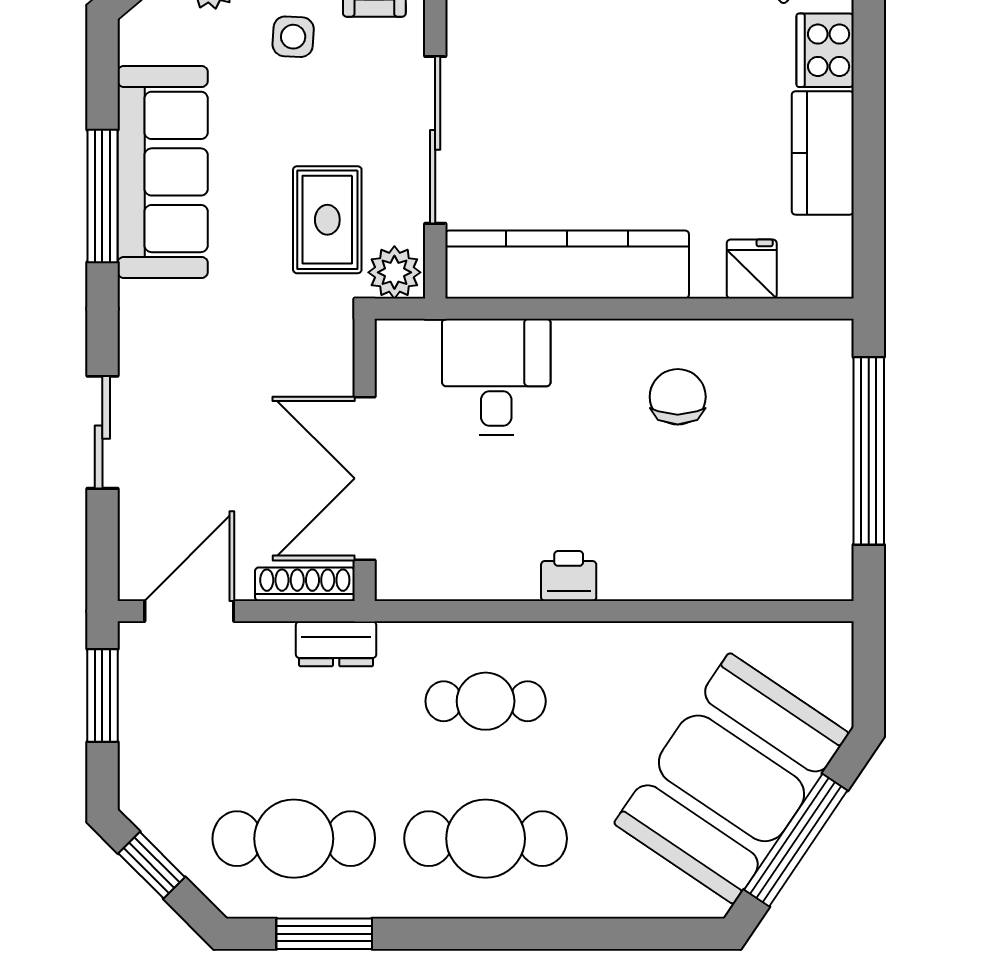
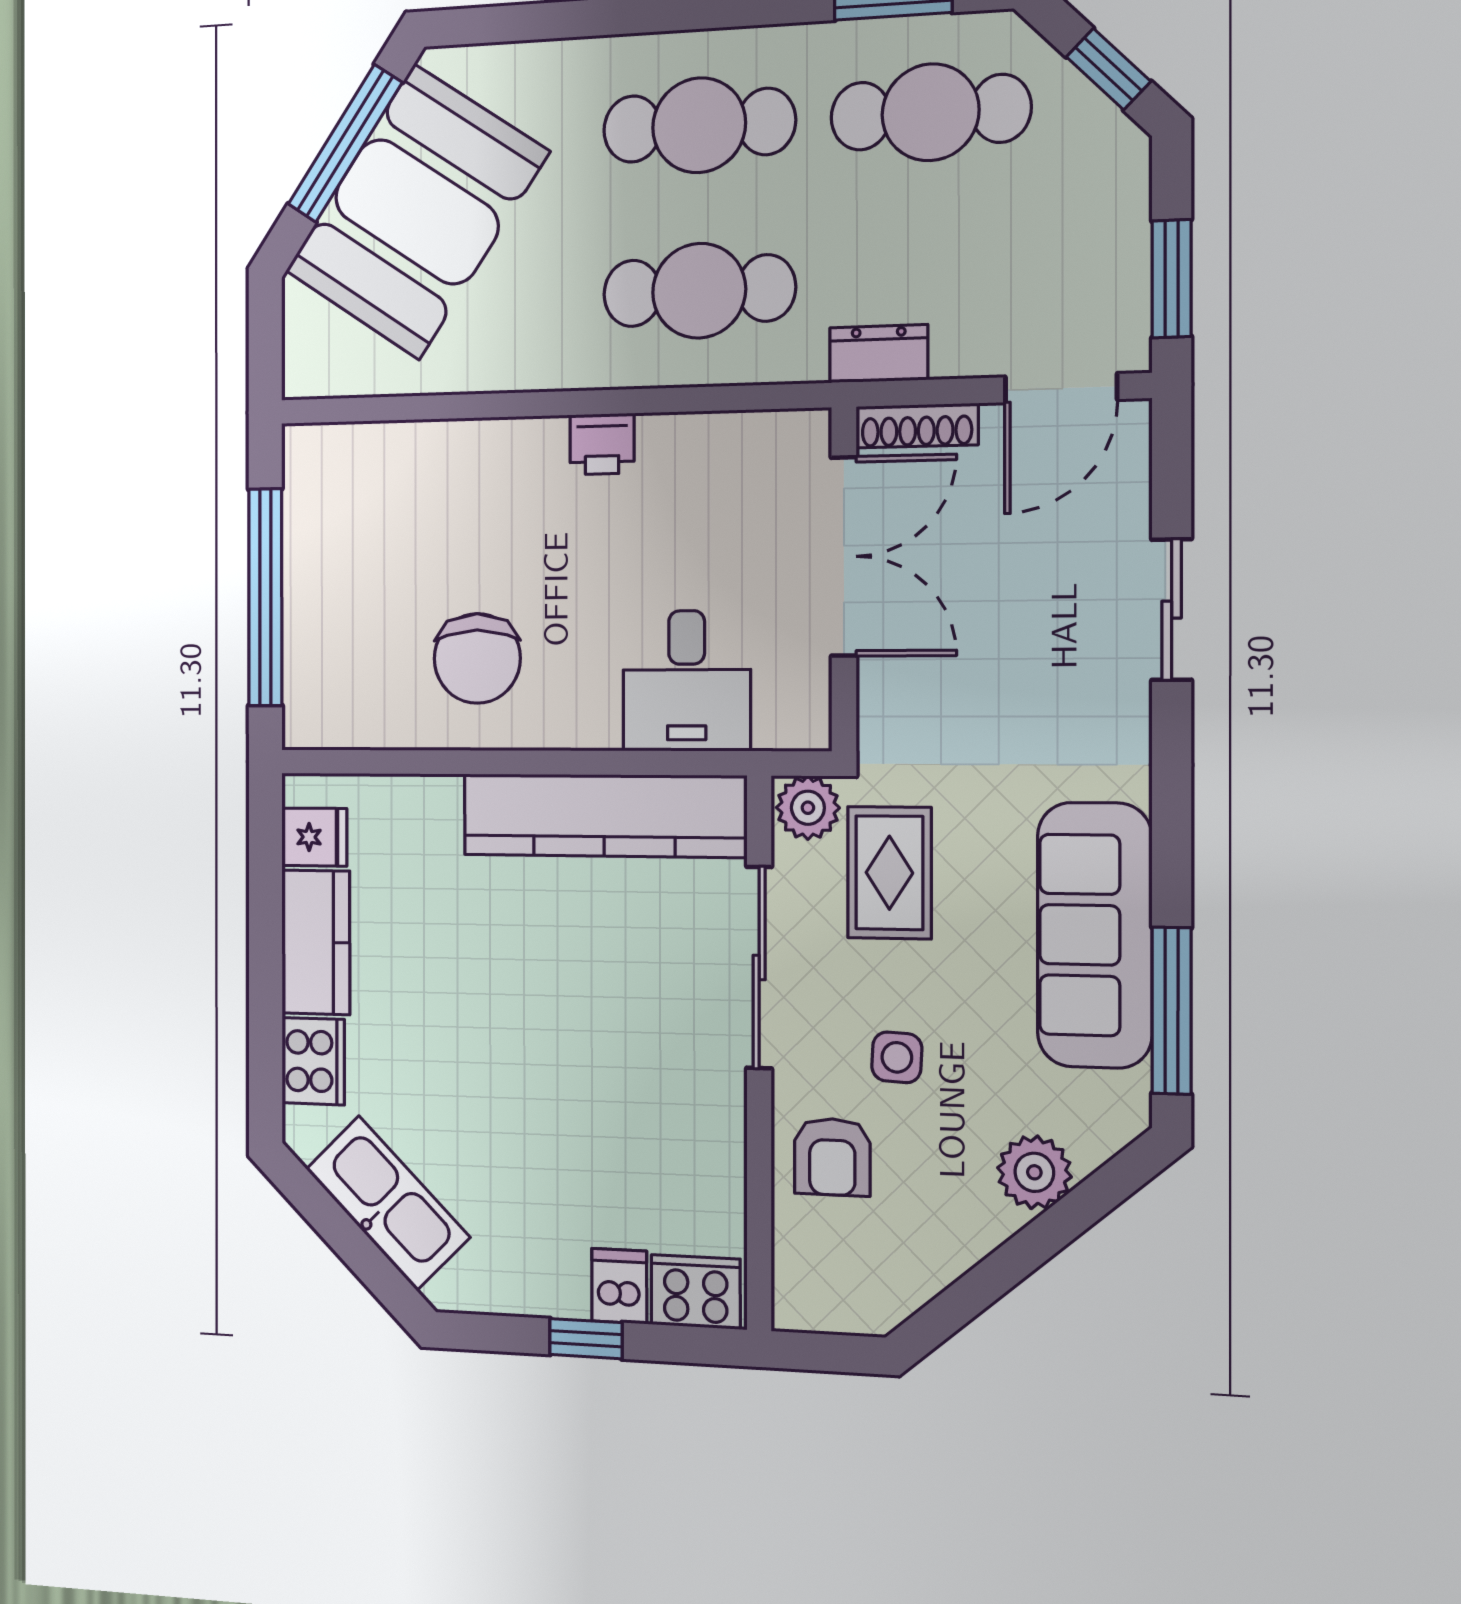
side table: (293, 37) -> (897, 1057), moved
window: (102, 196) -> (1172, 1011), moved
fridge: (752, 269) -> (314, 837), moved, turned -90
chair: (678, 397) -> (477, 658), width x1.37, depth x1.37
cafe table: (486, 701) -> (699, 291), width x1.37, depth x1.35

